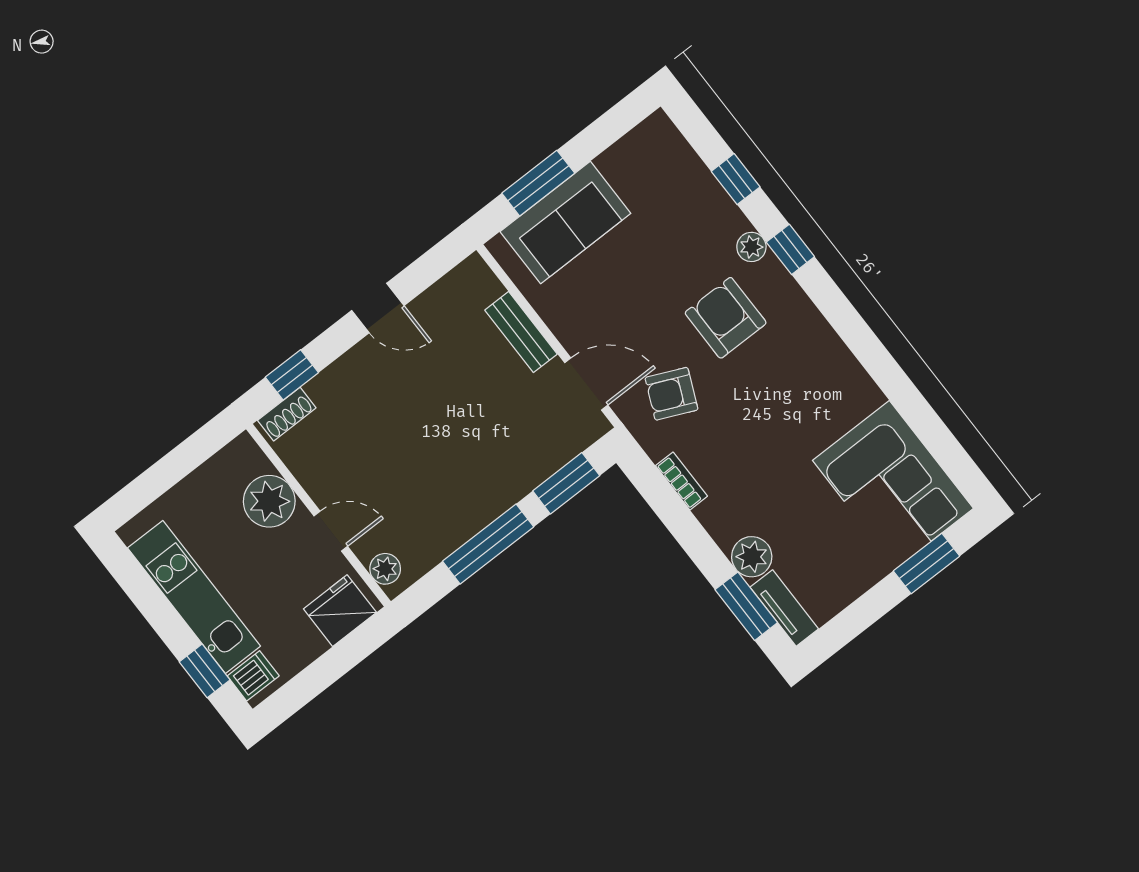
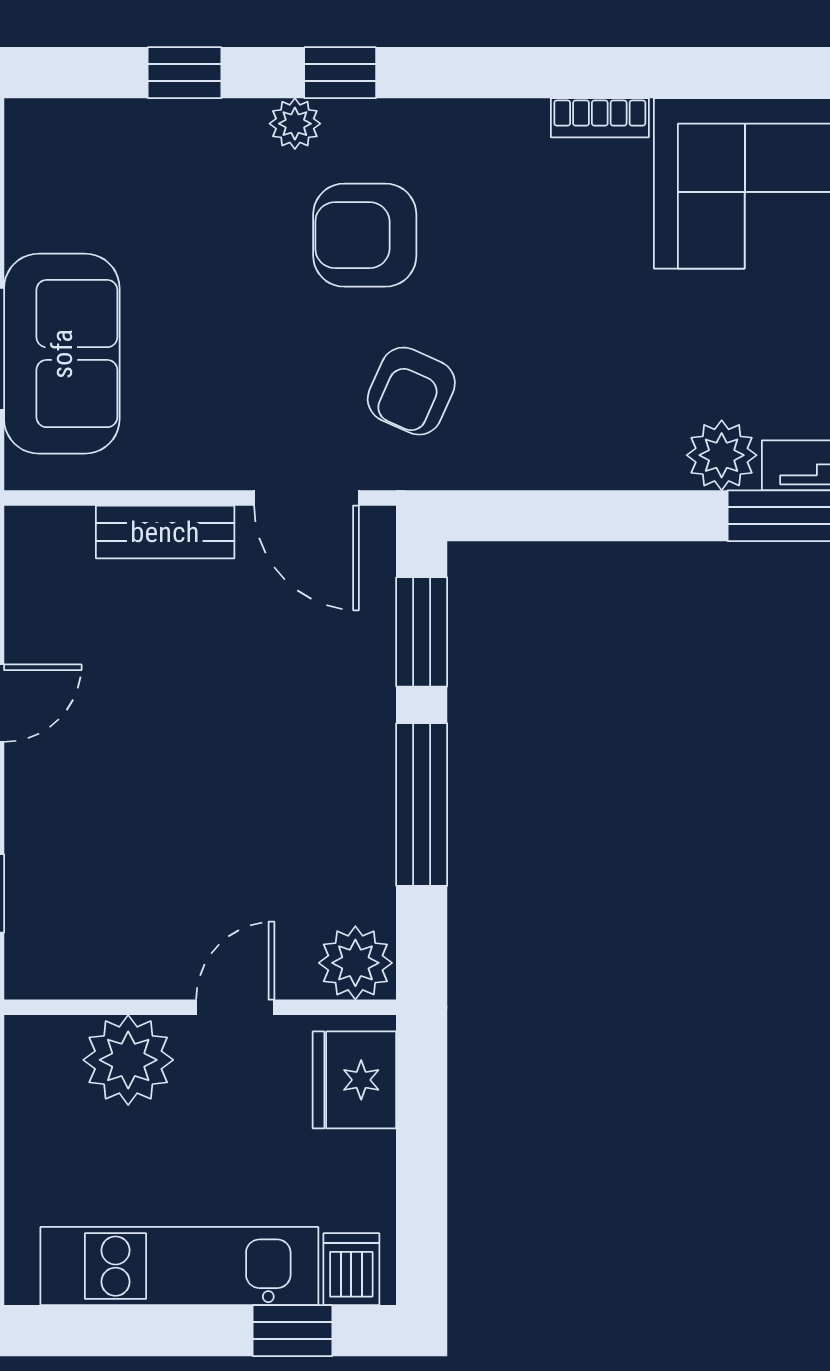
door: (586, 384) -> (306, 498), swing flipped
shoe rack: (287, 414) -> (27, 942), removed
bookcase: (682, 481) -> (600, 118), moved, turned 180
plant: (385, 569) -> (355, 963), width x1.38, depth x1.38

